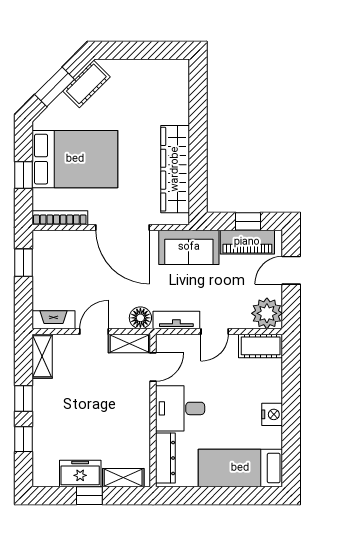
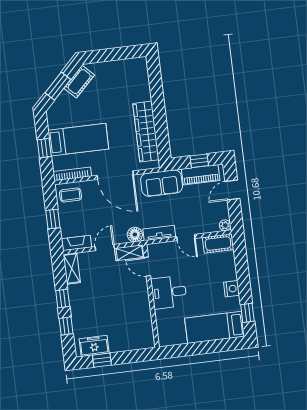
bed: (75, 159) -> (78, 140), width x0.67
coffee table: (53, 248) -> (70, 195), added
window: (23, 263) -> (53, 219), moved
plant: (267, 313) -> (225, 225), width x0.53, depth x0.53
door: (215, 331) -> (186, 238), hinge flipped
door: (153, 367) -> (147, 267), swing flipped
window: (291, 453) -> (247, 313), added
dresser: (165, 458) -> (163, 327), removed
freezer: (80, 474) -> (94, 346), moved
shelving: (123, 478) -> (136, 344), removed
window: (89, 496) -> (102, 360), moved

